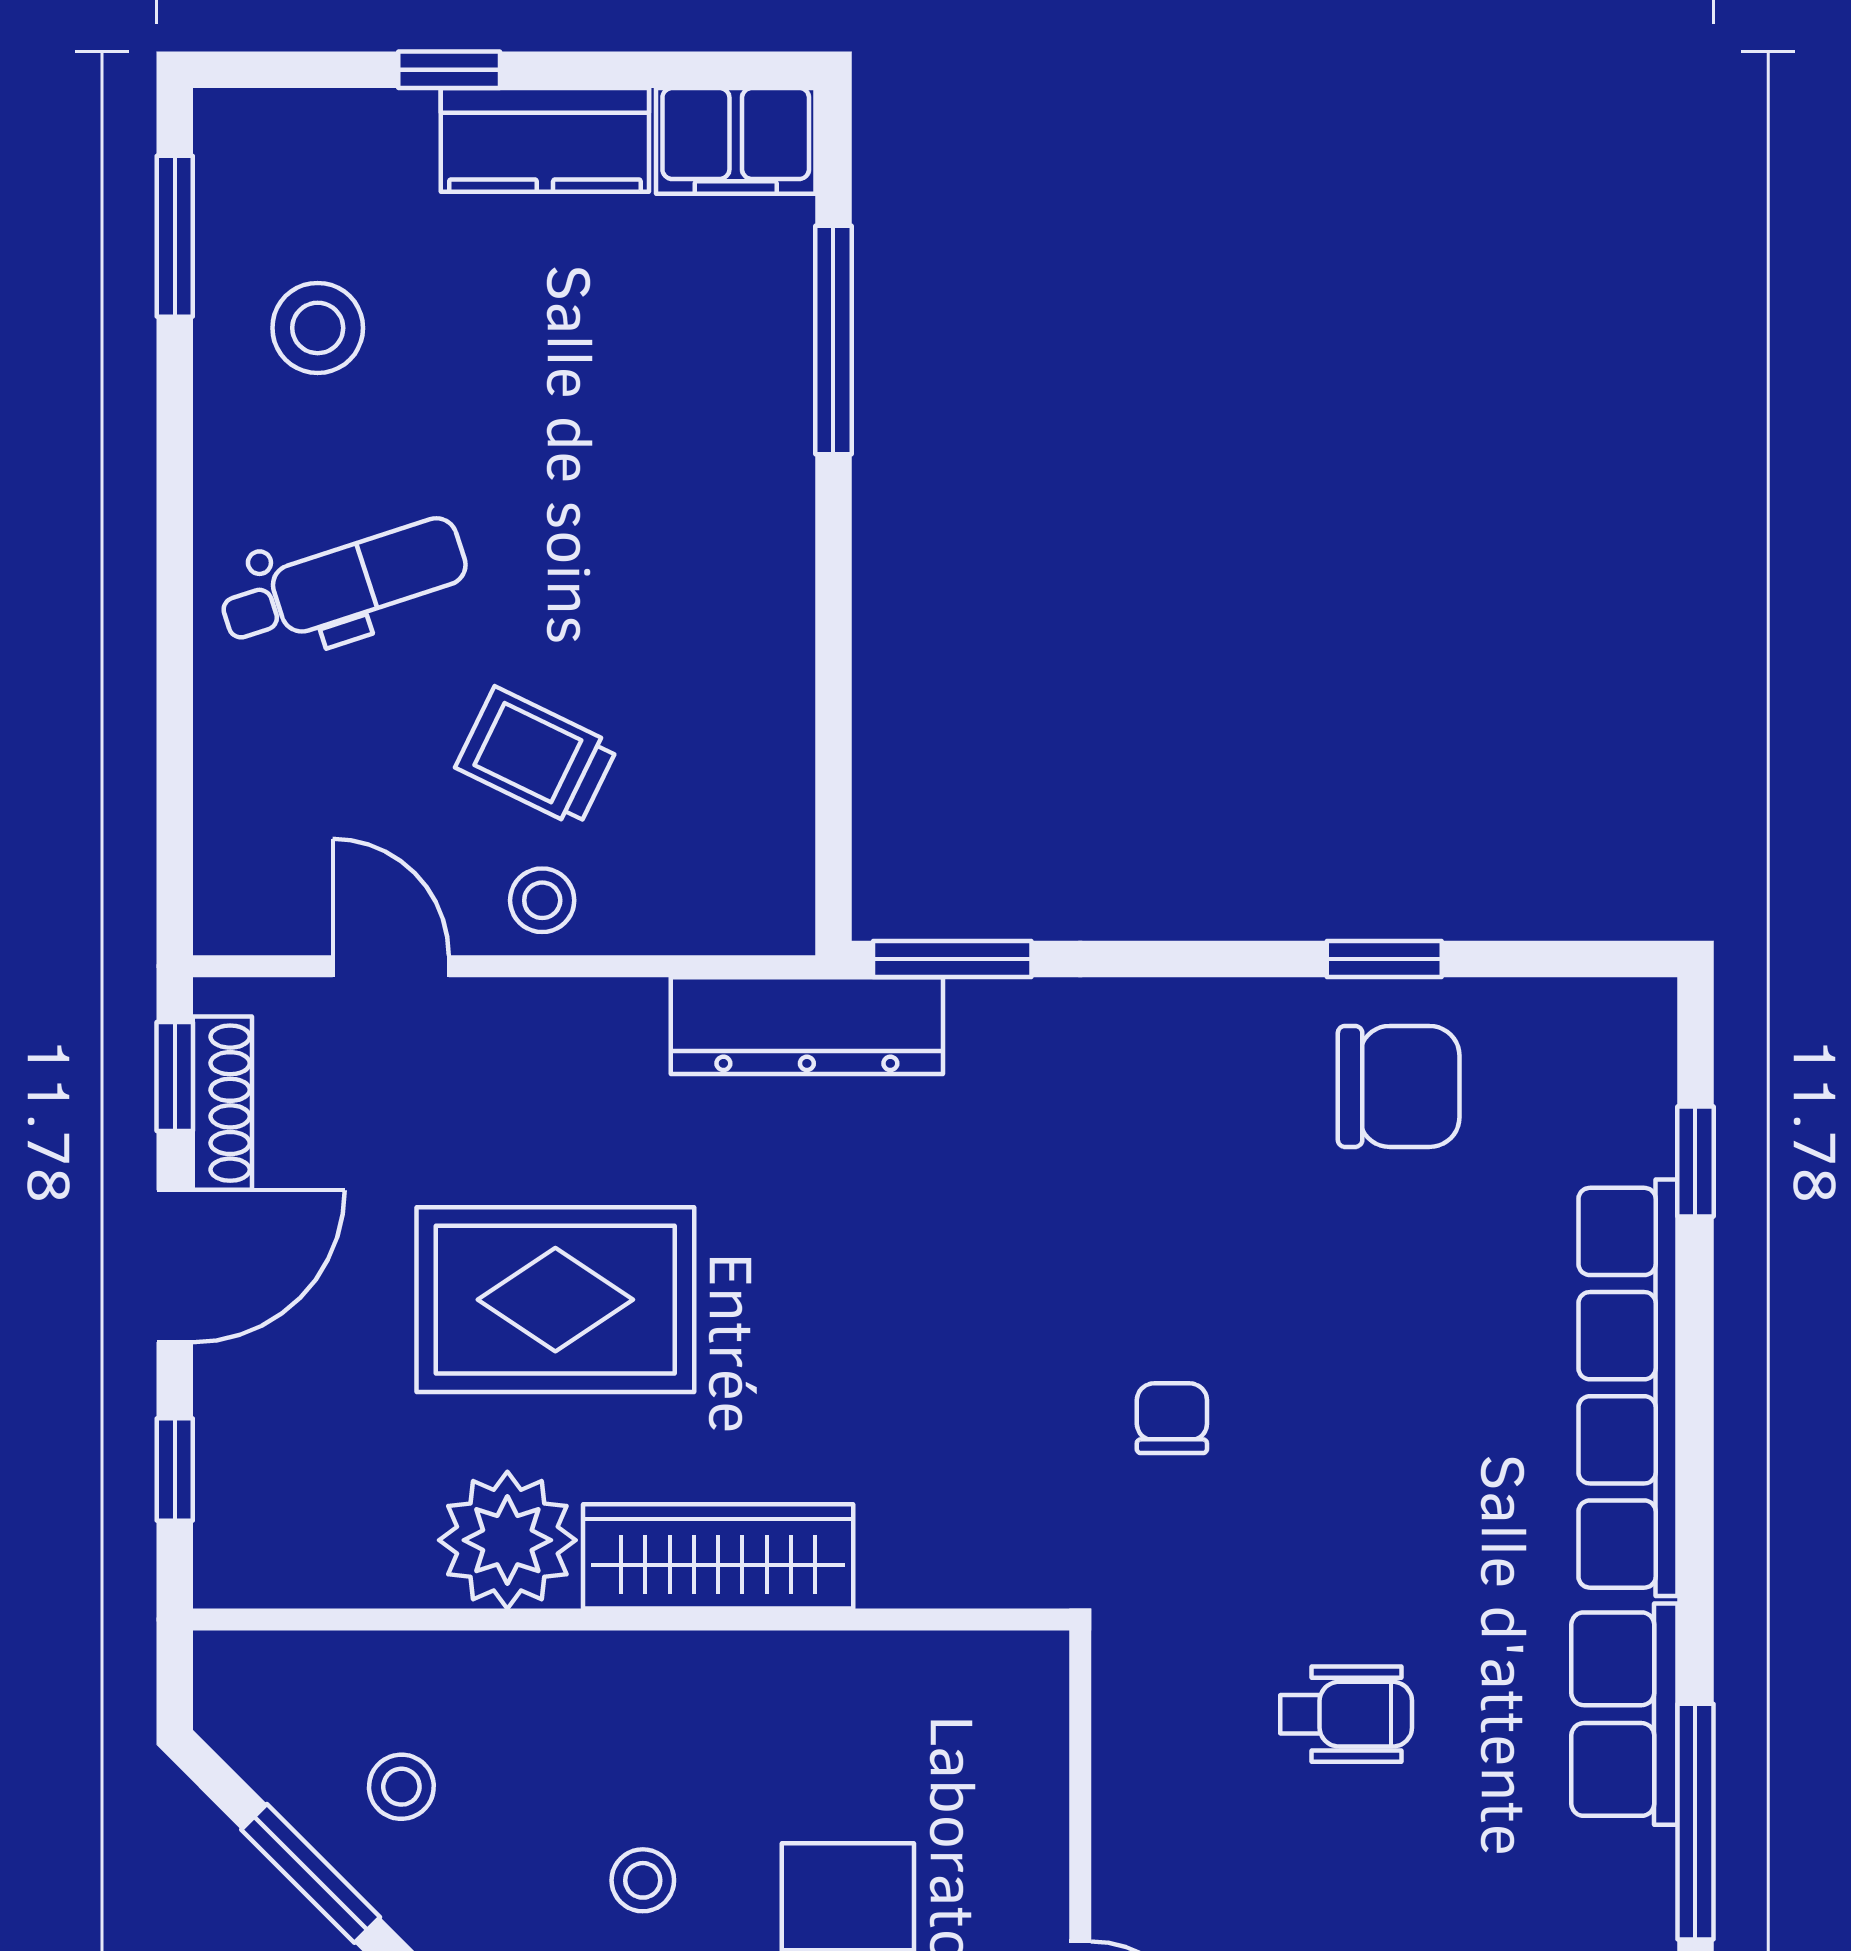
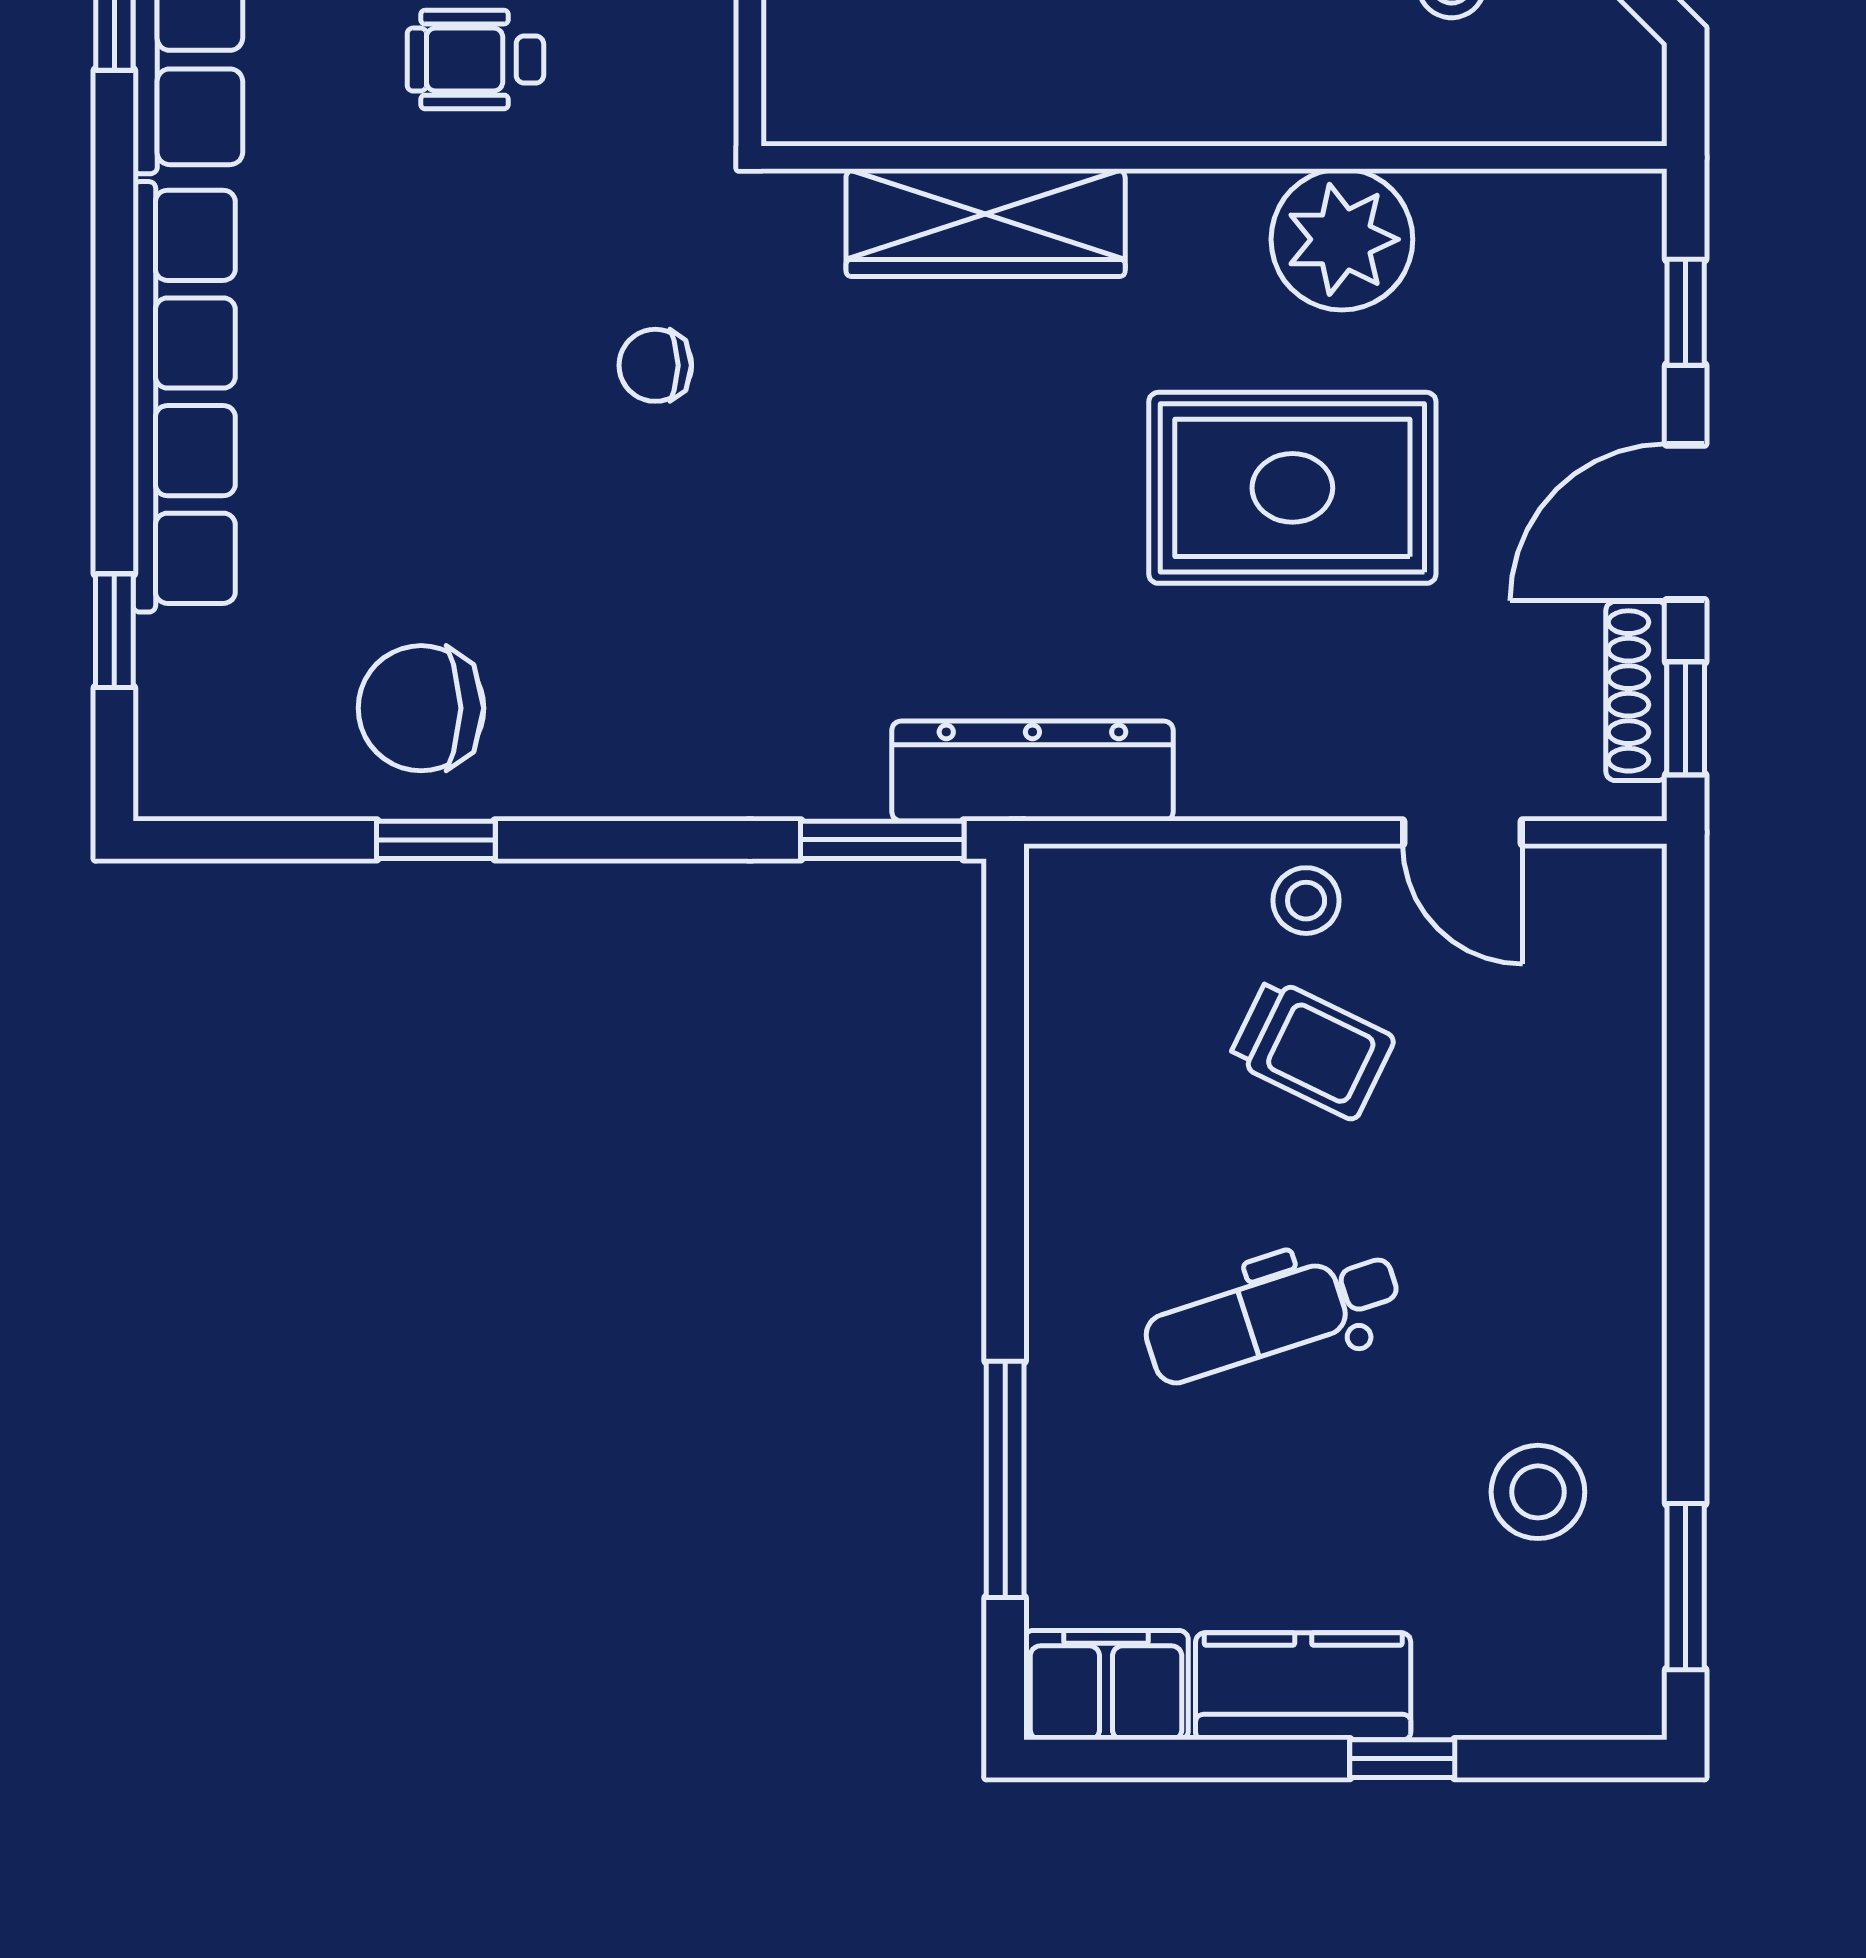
dental chair: (343, 583) -> (1272, 1316), moved
chair: (1172, 1418) -> (655, 365), turned 90
wardrobe: (718, 1556) -> (986, 223), moved

